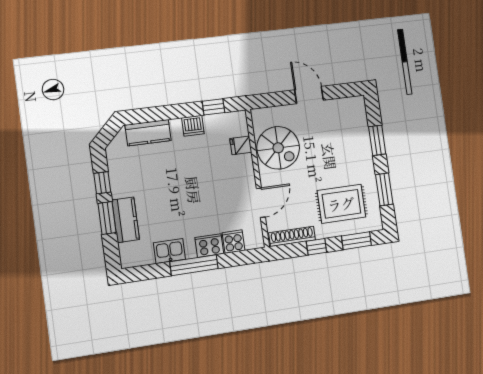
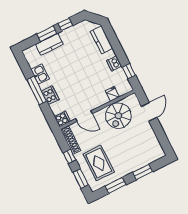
door: (309, 95) -> (149, 112), moved
cooker: (234, 242) -> (62, 119), moved

